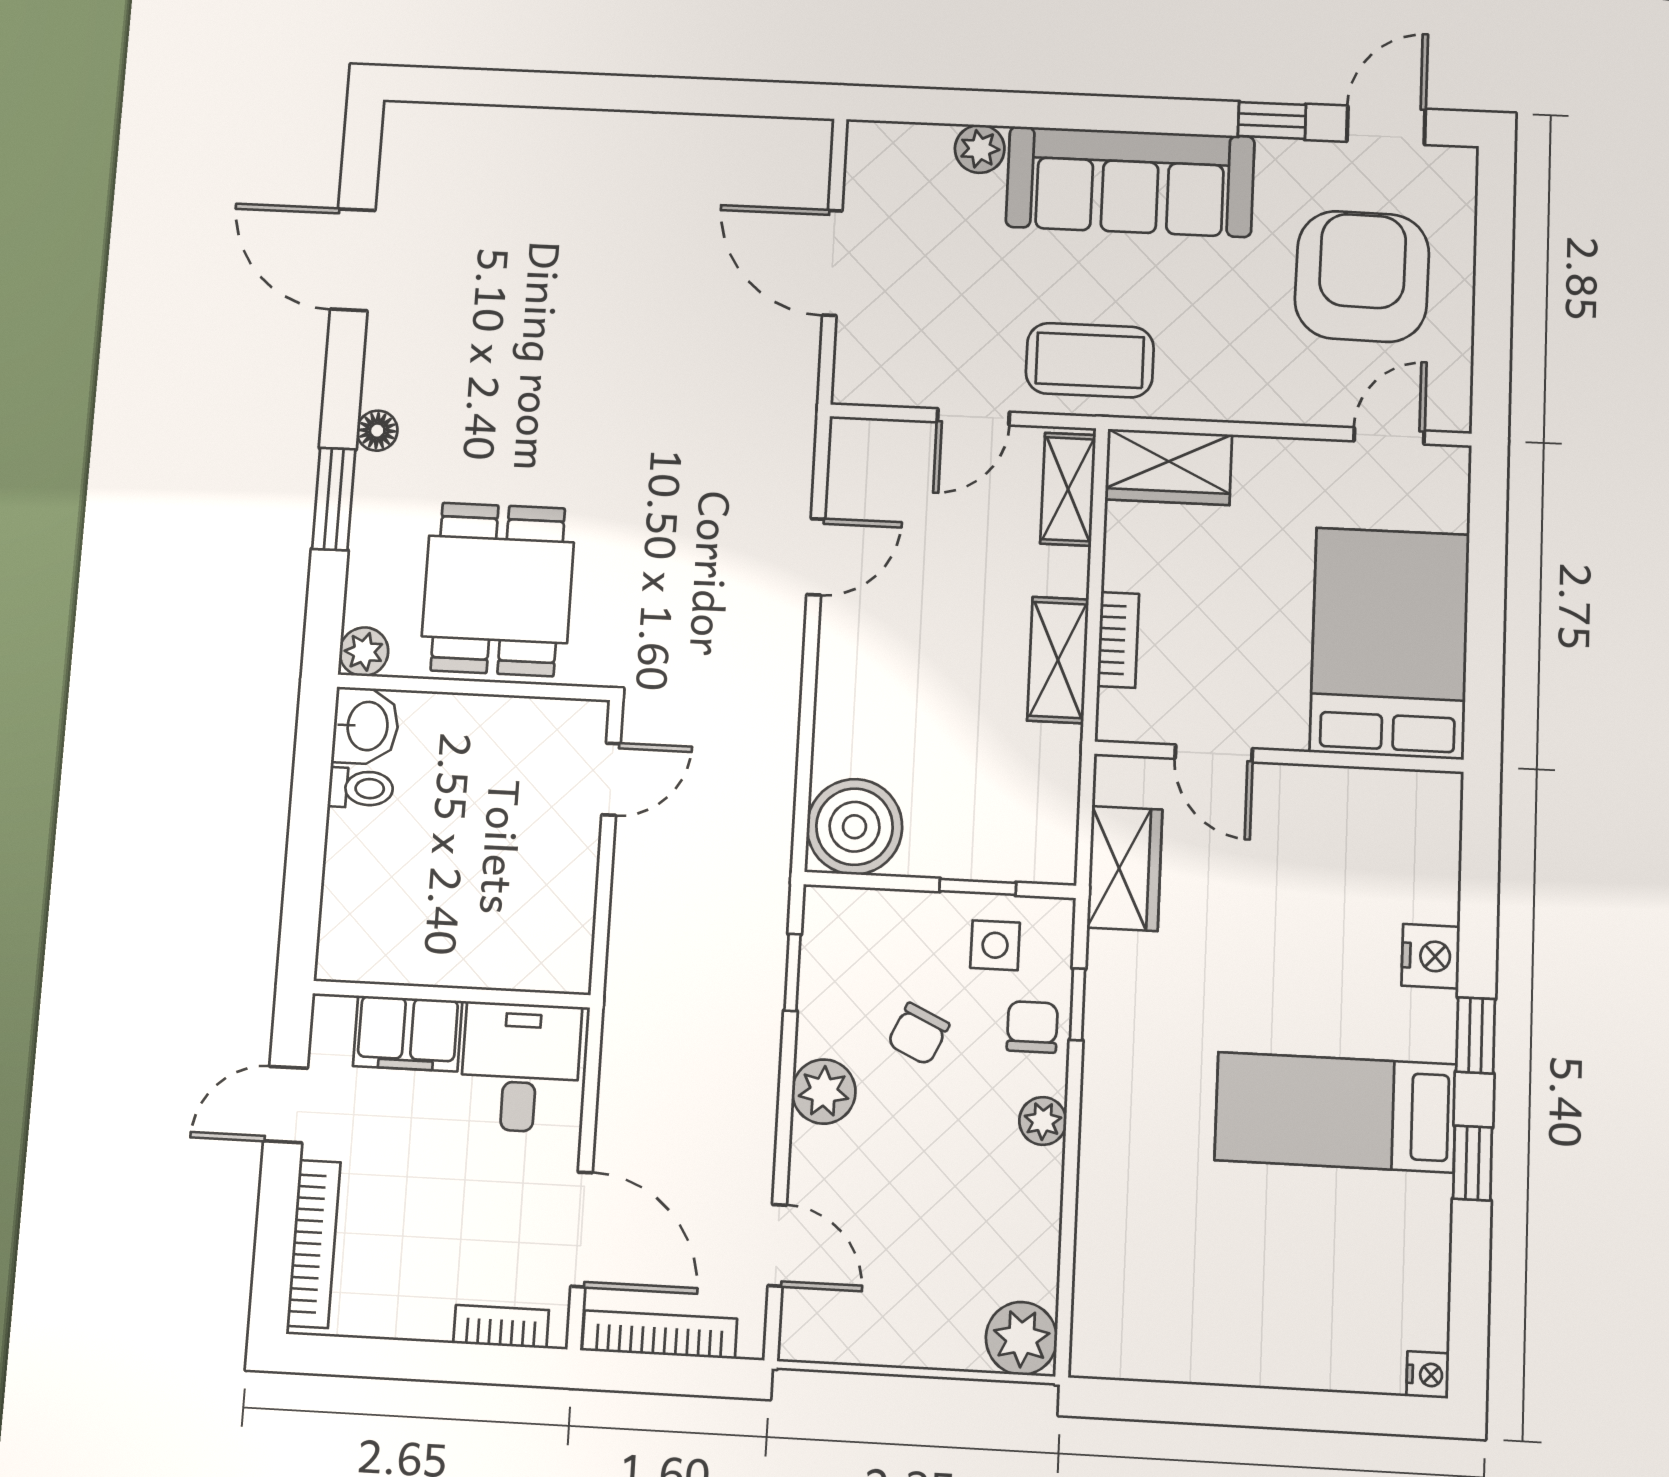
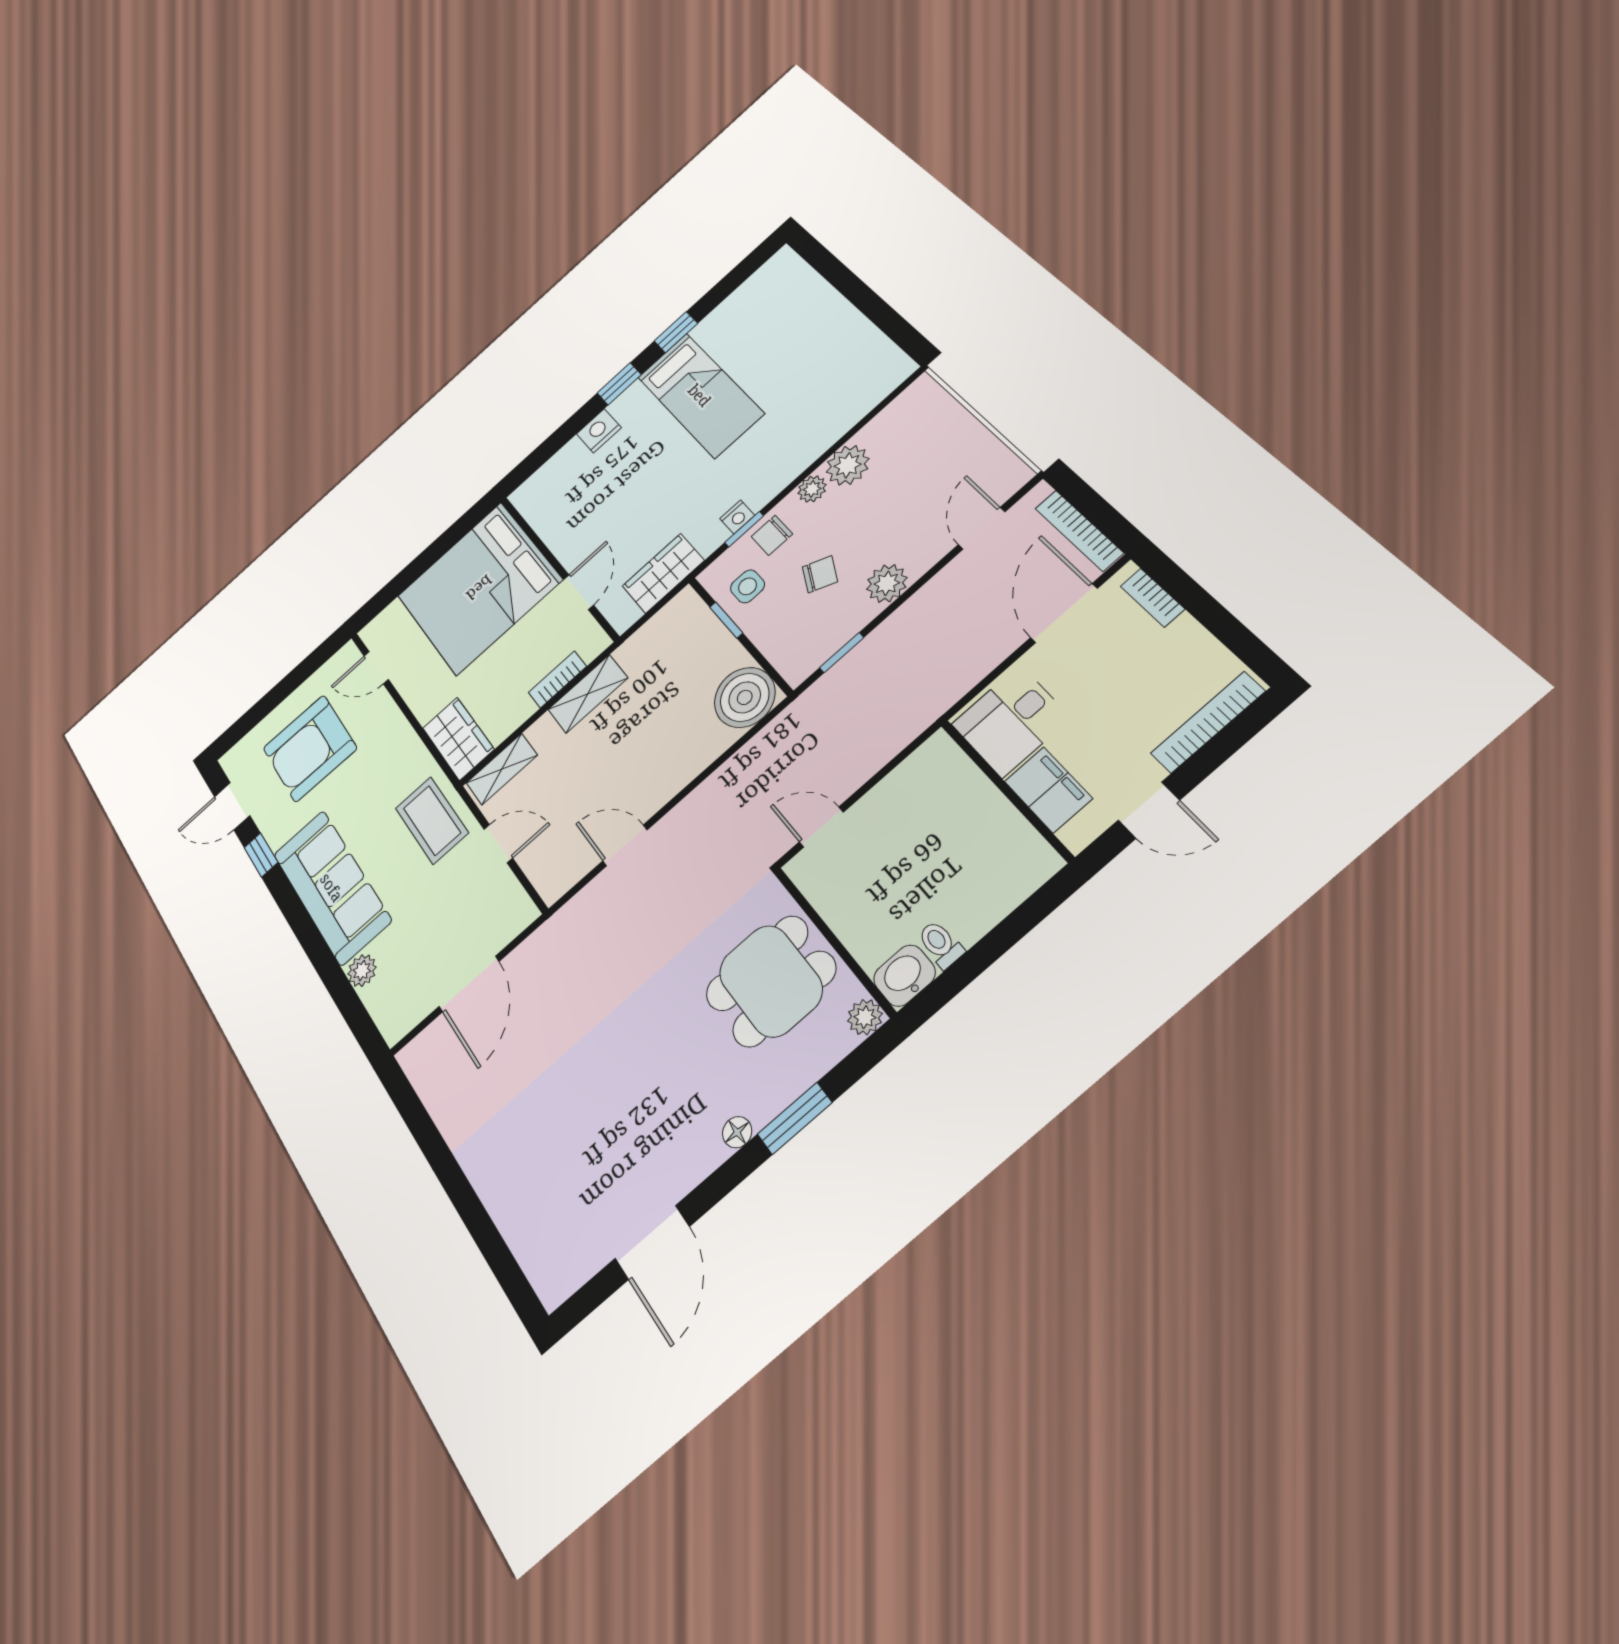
bed: (1390, 643) -> (479, 588), width x1.36
plant: (1021, 1338) -> (848, 465), moved
nightstand: (1428, 1375) -> (737, 517), moved, turned 180

